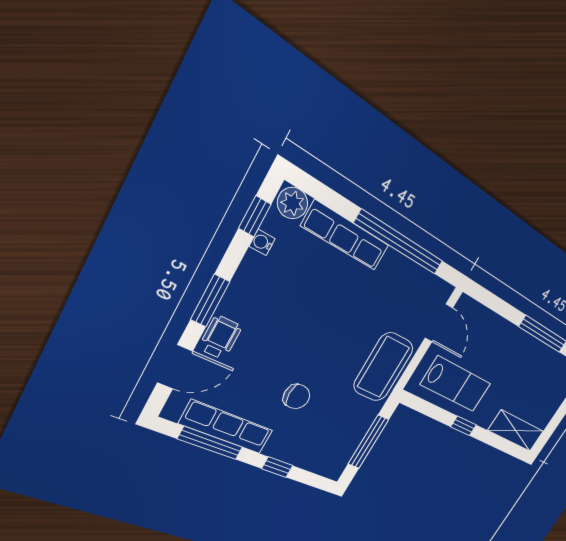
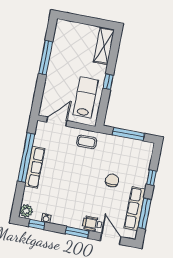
row of seats: (346, 236) -> (35, 167), moved
coffee table: (383, 367) -> (87, 142), width x0.54, depth x0.58

